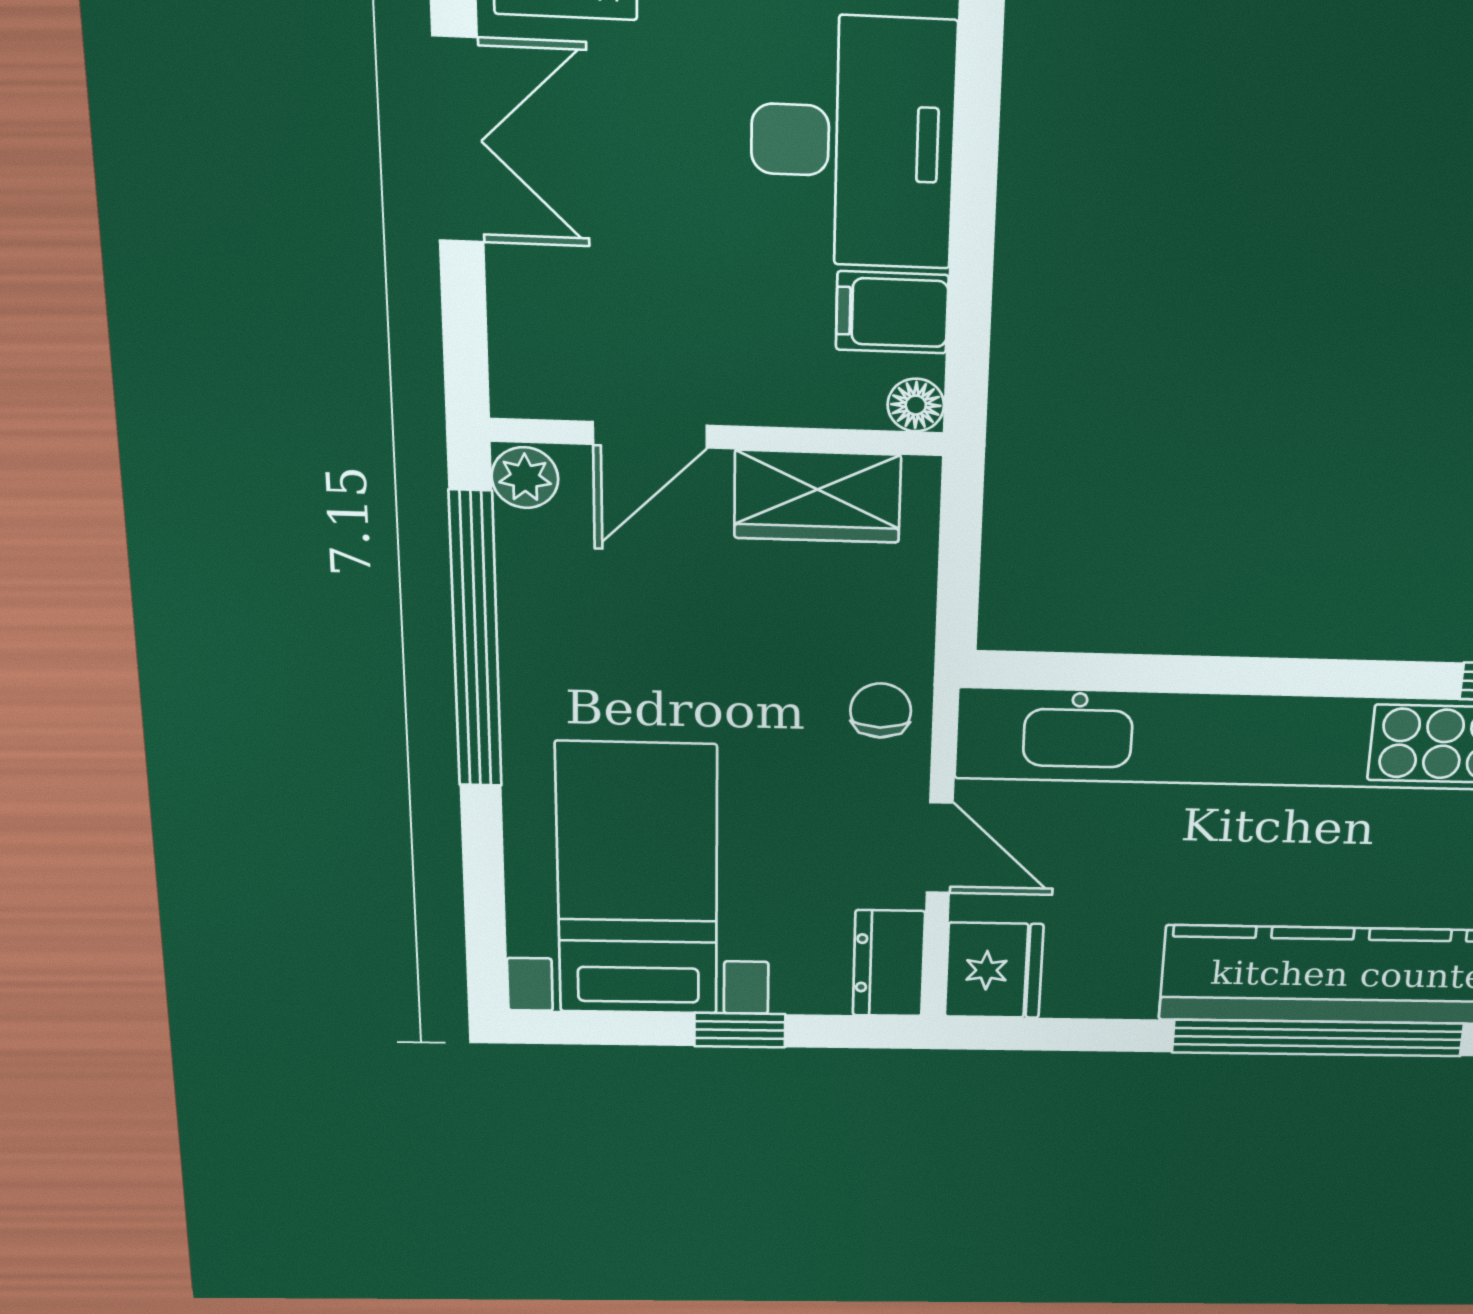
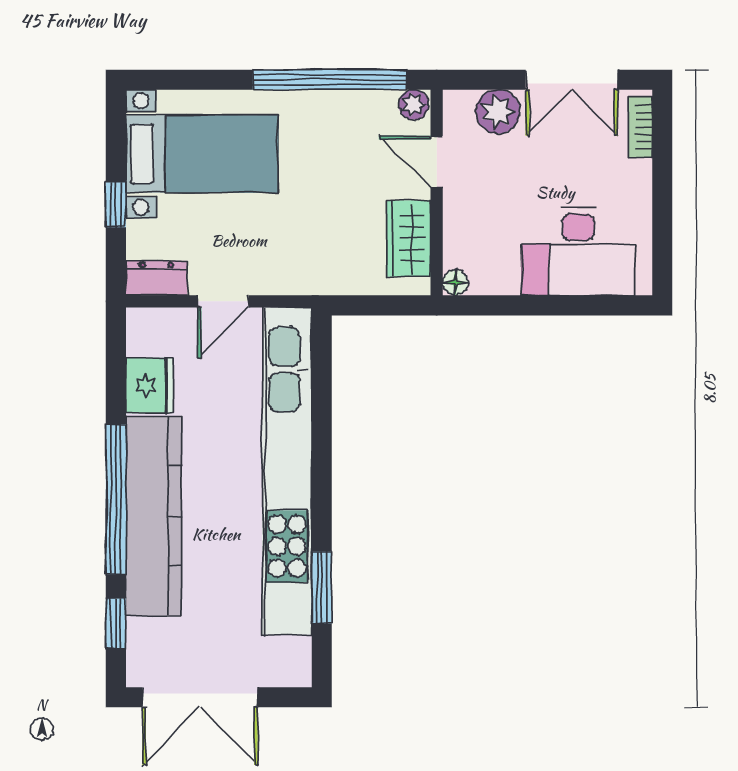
plant: (536, 304) -> (498, 112), added
filing cabinet: (892, 312) -> (500, 271), removed
chair: (881, 711) -> (298, 271), removed
fridge: (994, 970) -> (149, 386), moved, turned -90

